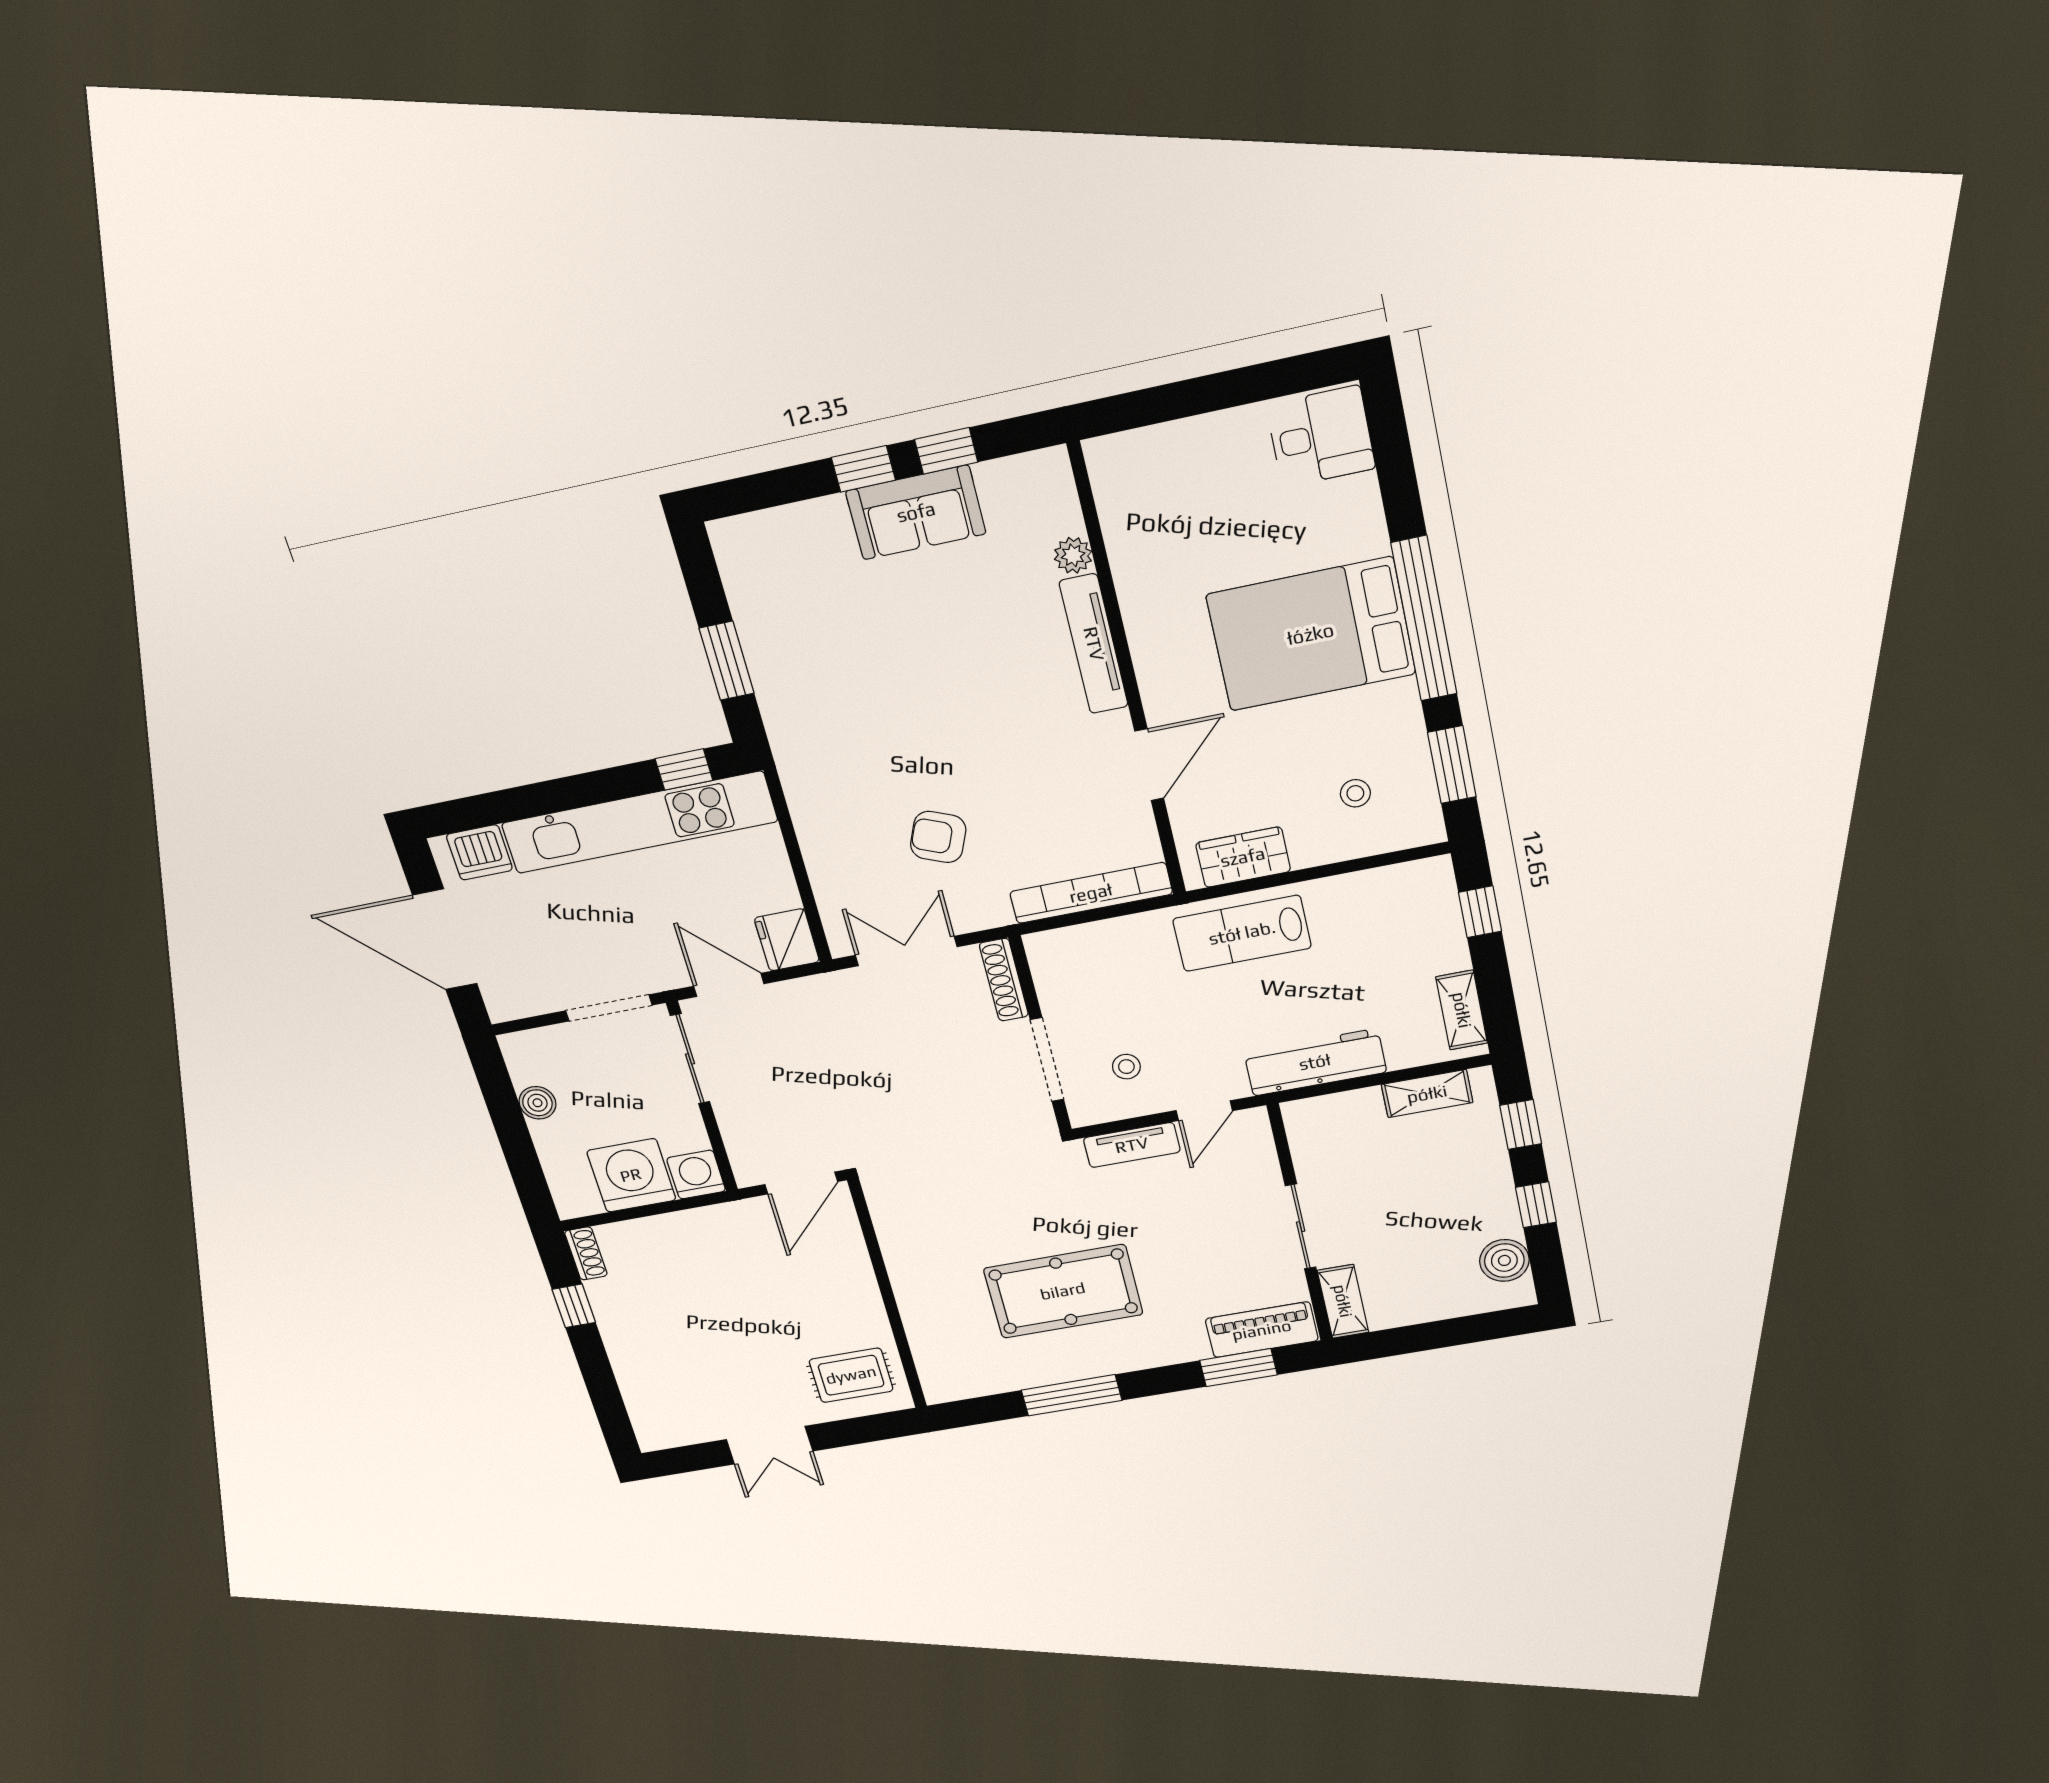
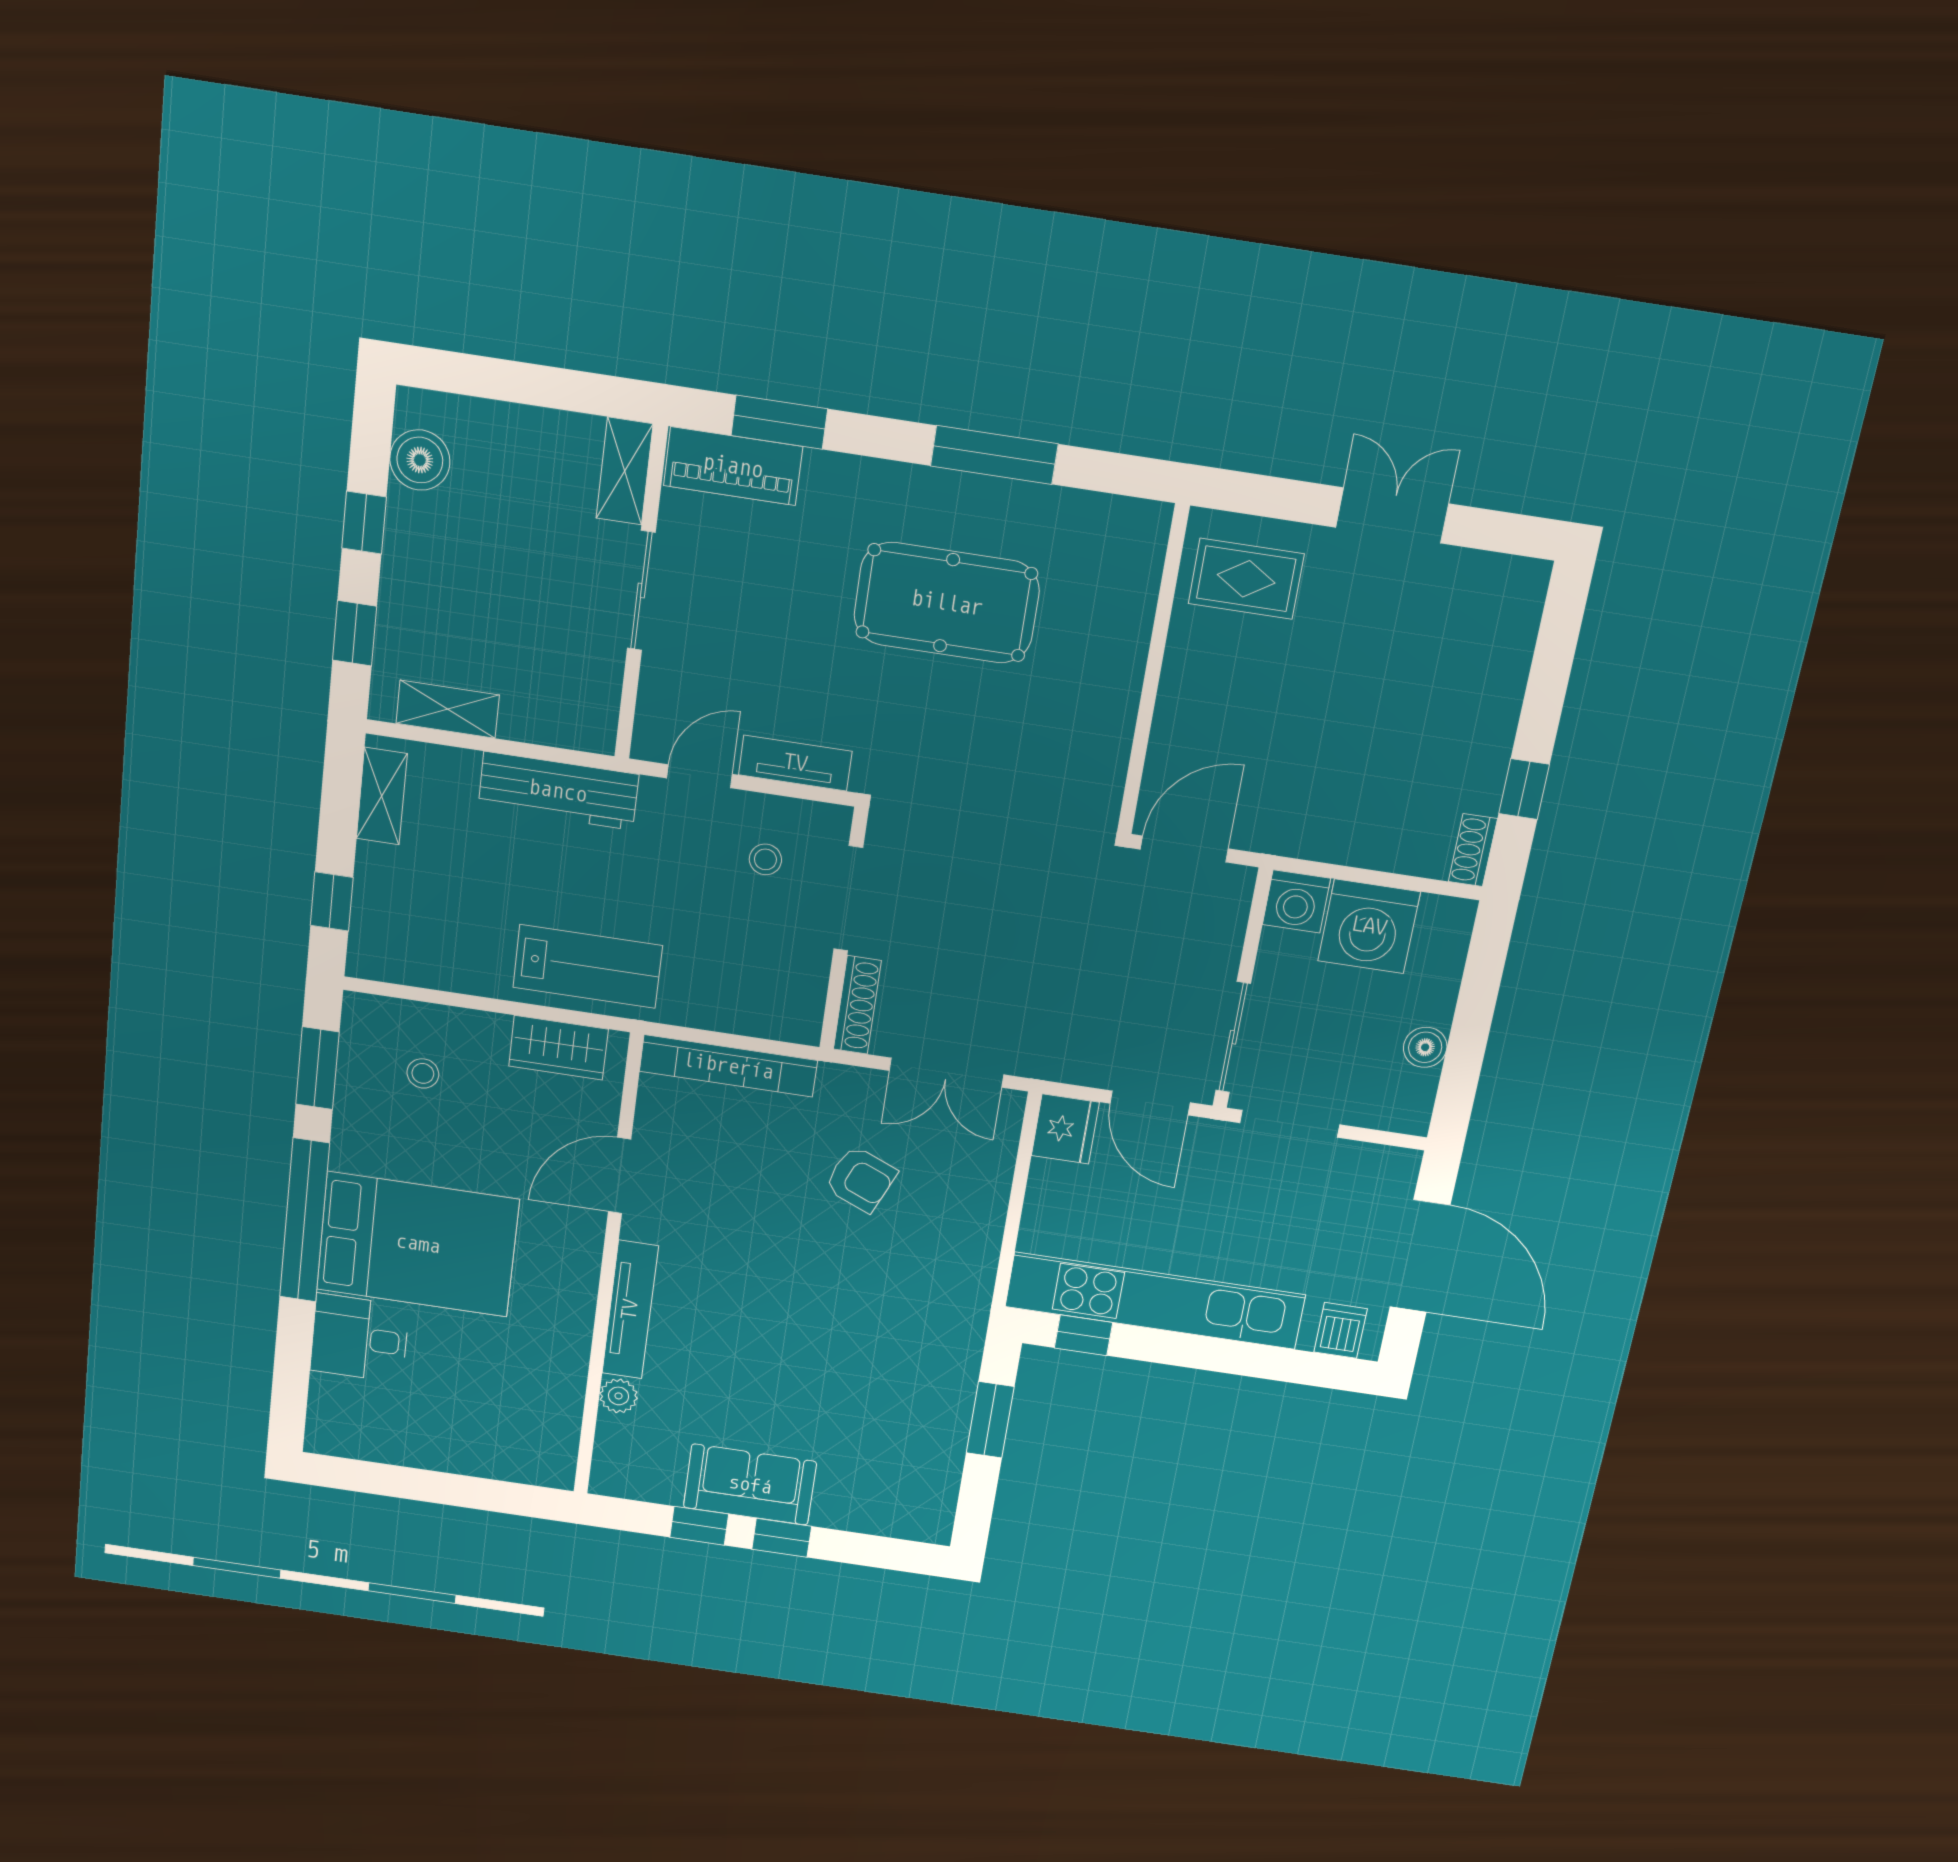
desk: (1321, 437) -> (360, 1338), moved
dishwasher: (479, 852) -> (1341, 1330), width x0.73

